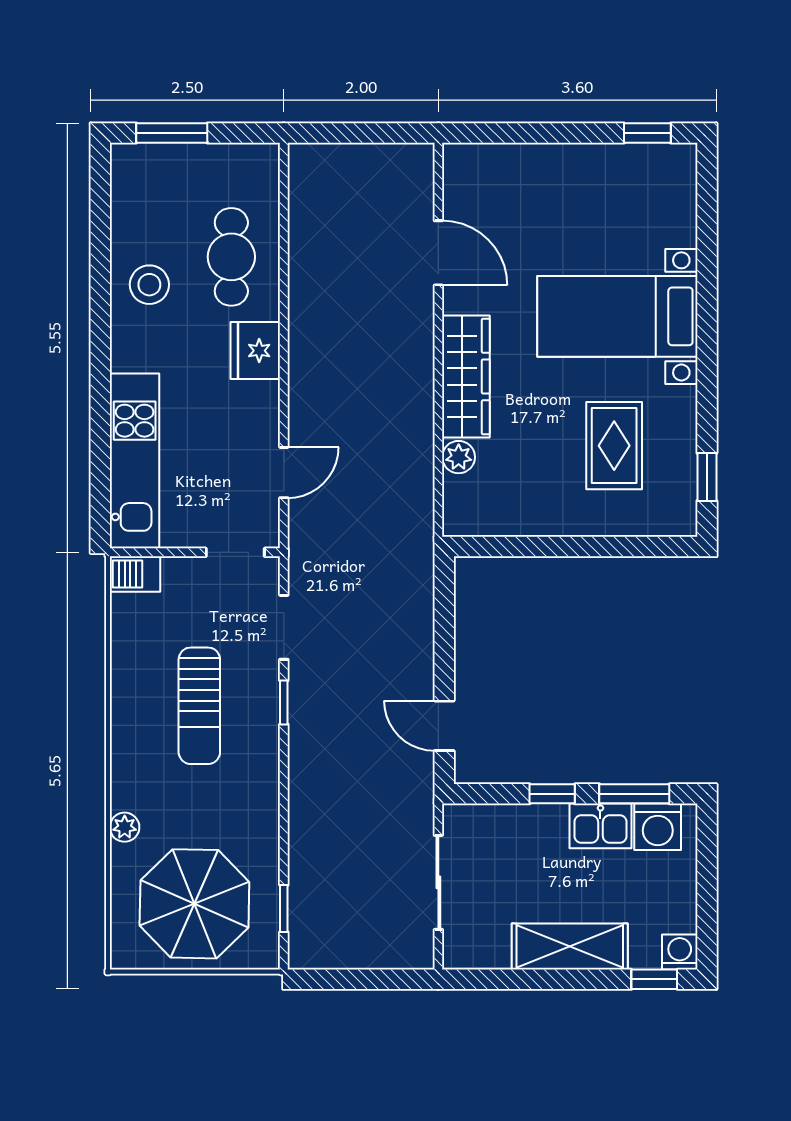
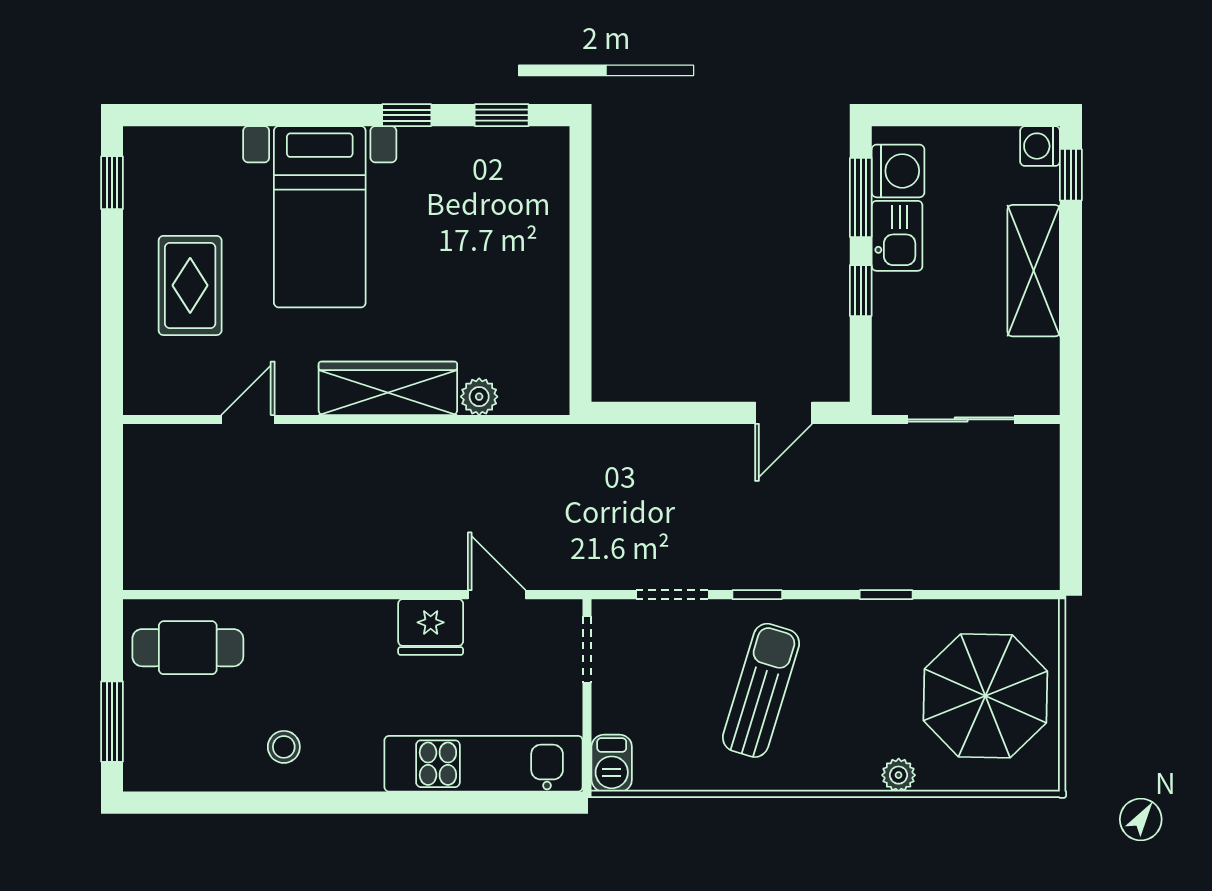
door: (438, 253) -> (248, 419), width x0.73
cafe table: (231, 257) -> (188, 648), moved
stool: (149, 285) -> (284, 747), width x0.73, depth x0.73
fridge: (255, 351) -> (431, 627), moved
window: (707, 393) -> (407, 115), added
rug: (614, 446) -> (190, 285), moved, turned 90
sun lounger: (199, 706) -> (761, 690), turned -73
window: (284, 908) -> (886, 595), moved

